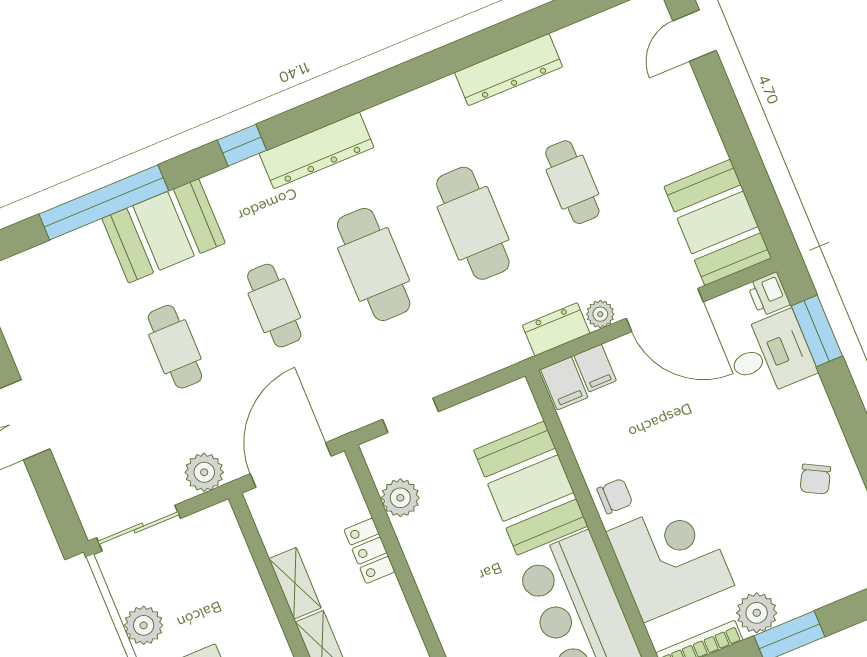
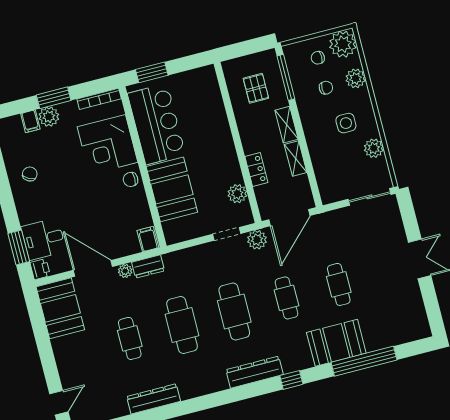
filing cabinet: (595, 368) -> (30, 121), moved, turned 180
plant: (204, 472) -> (257, 240), moved
plant: (757, 613) -> (49, 117), moved

